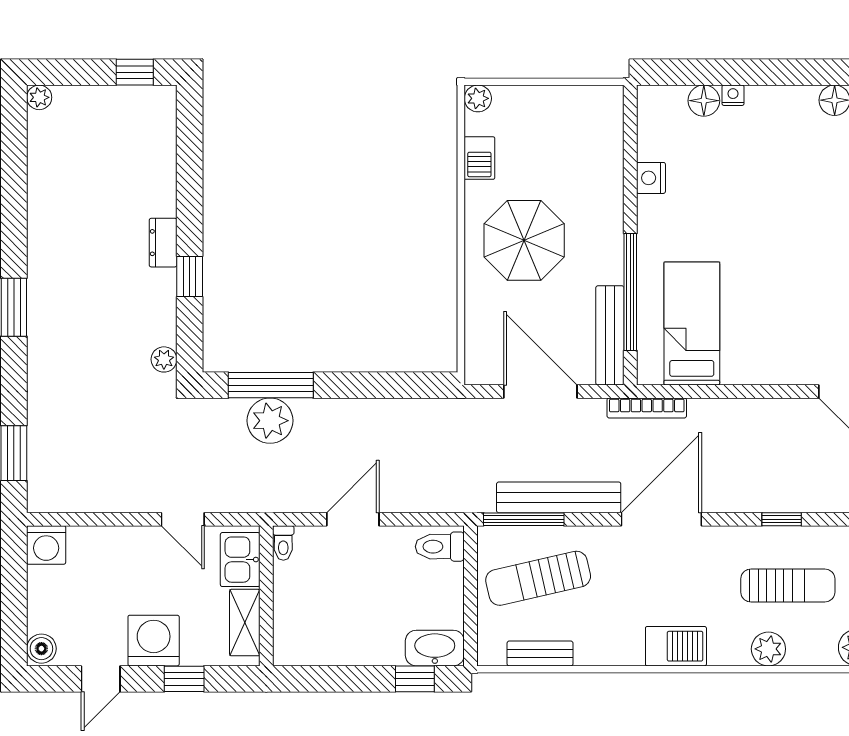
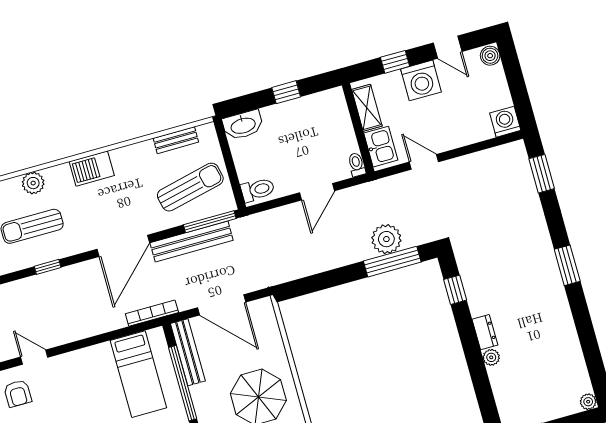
window: (190, 277) -> (455, 290), moved
plant: (164, 359) -> (491, 357), moved
door: (101, 679) -> (448, 47), swing flipped
window: (415, 679) -> (286, 92), moved

